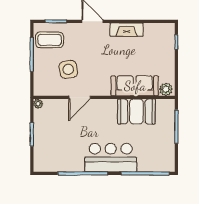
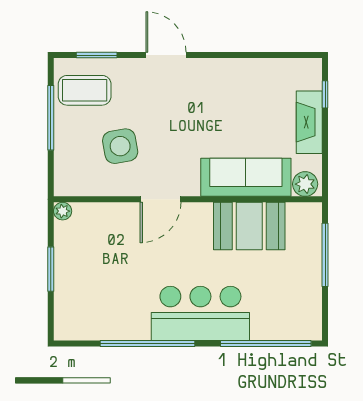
fireplace: (127, 30) -> (309, 122), moved, turned 90
door: (80, 97) -> (161, 199), moved

